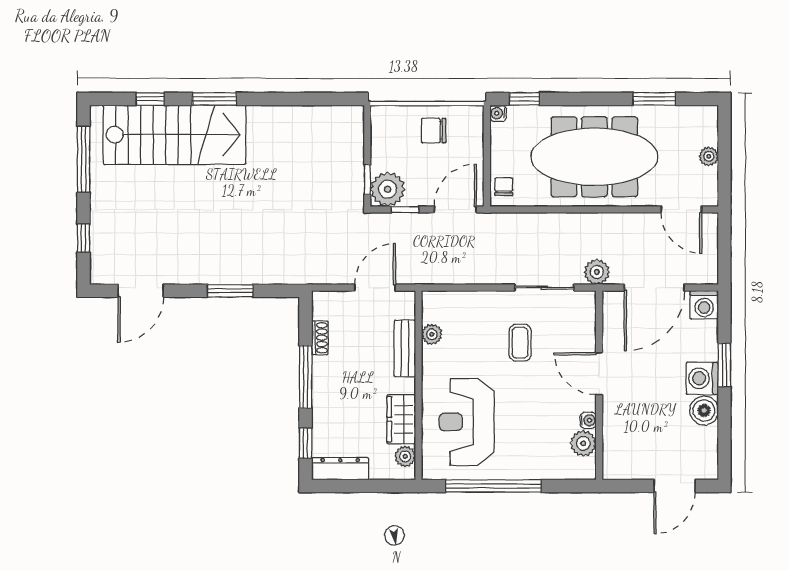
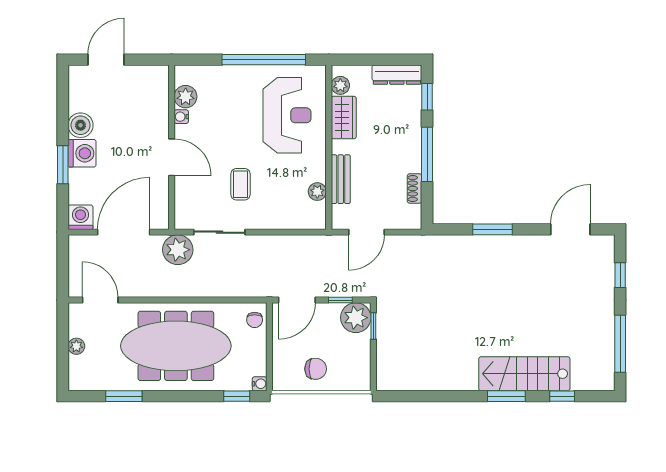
stairs: (175, 135) -> (524, 374), width x0.73, depth x0.66
plant: (597, 272) -> (178, 250), width x1.36, depth x1.36

